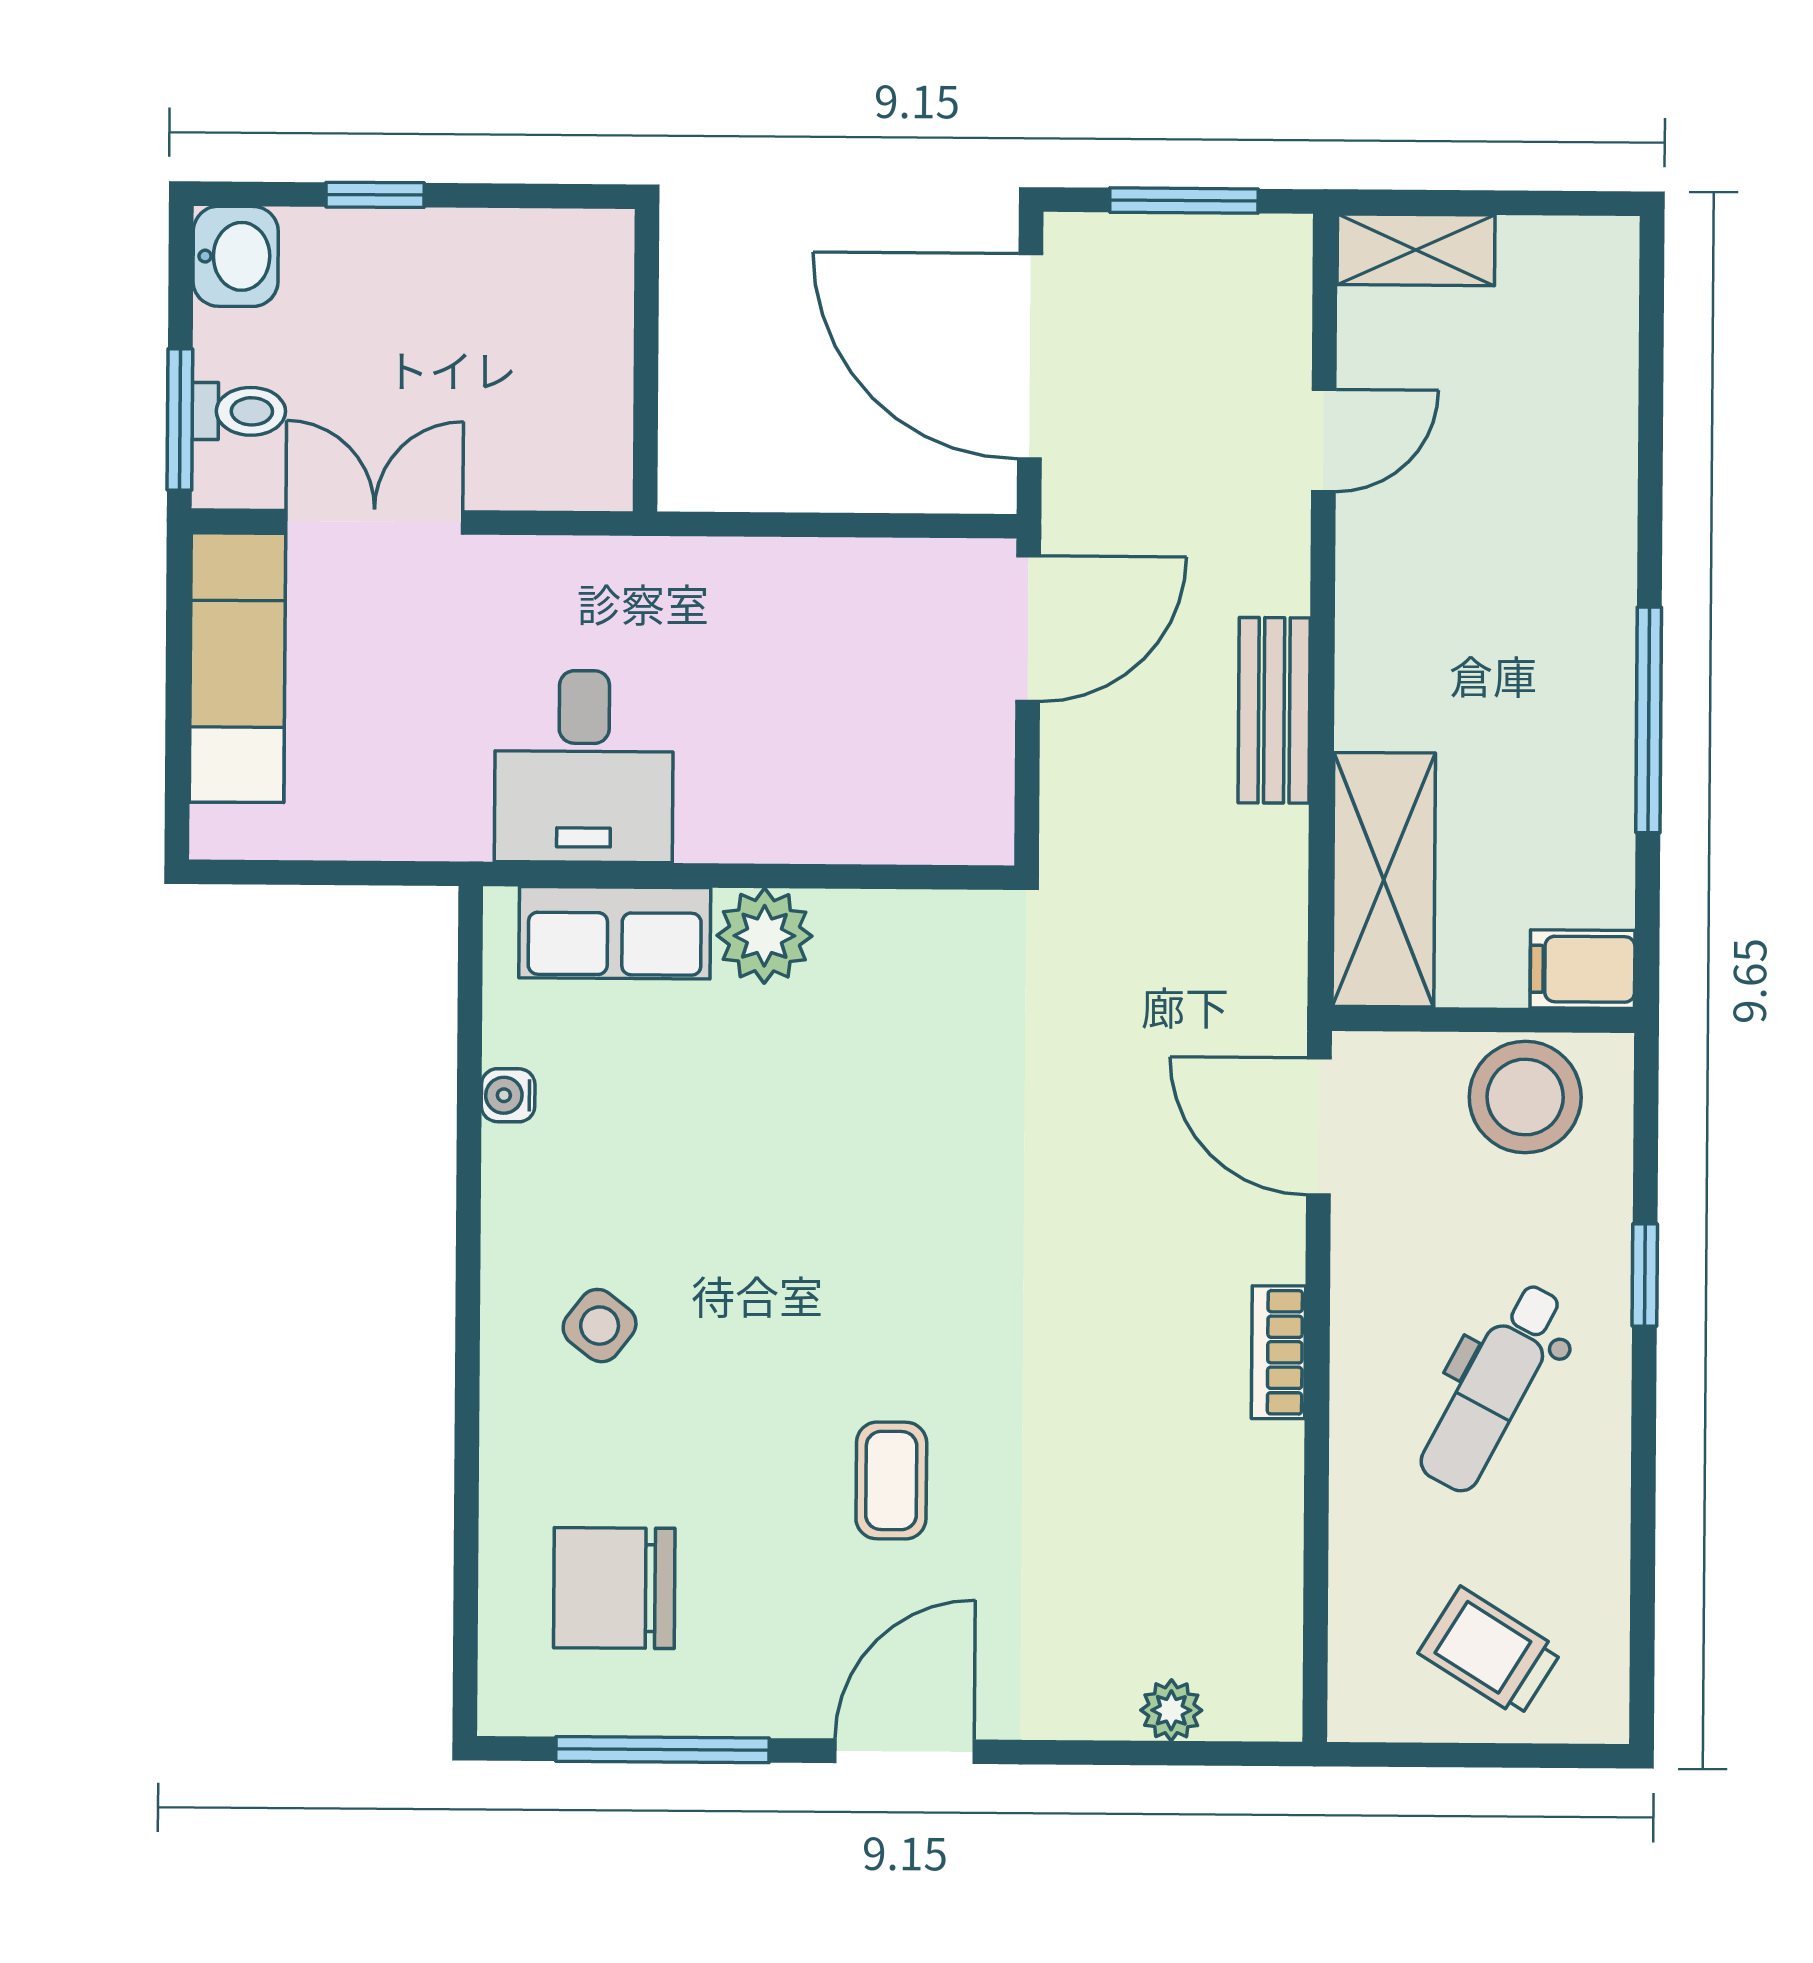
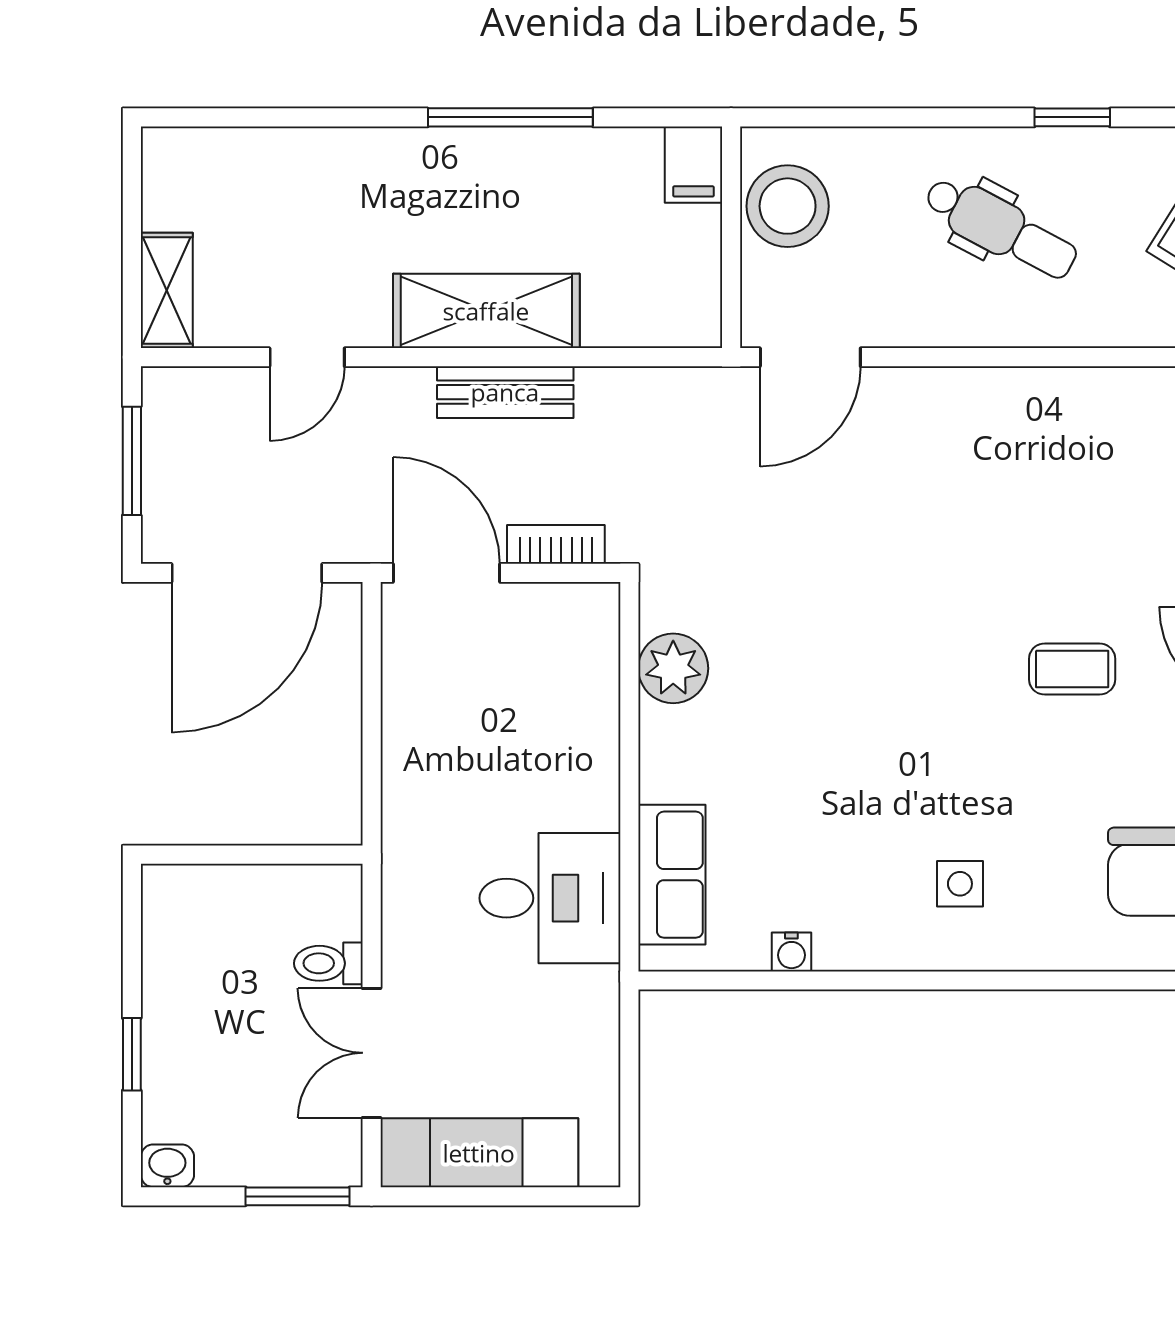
washbasin: (236, 256) -> (167, 1166), width x0.72, depth x0.69
toilet: (239, 411) -> (328, 963), moved, turned -90
door: (1324, 440) -> (307, 357), swing flipped
shelving: (1384, 880) -> (486, 311), moved
plant: (764, 936) -> (673, 668), moved
window: (1645, 1275) -> (1072, 117), moved
side table: (600, 1326) -> (960, 884), turned -38
bookcase: (1278, 1352) -> (556, 544), moved, turned 180

